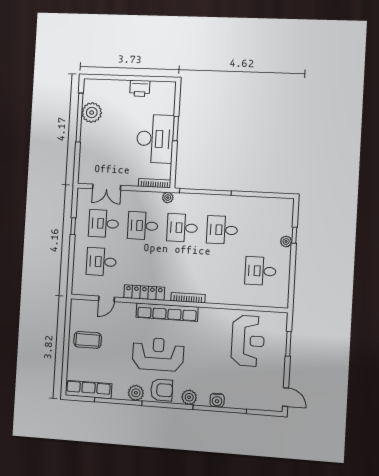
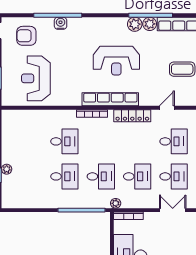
desk: (260, 271) -> (64, 141), moved
armchair: (162, 390) -> (26, 36), moved
plant: (189, 397) -> (150, 24), moved

